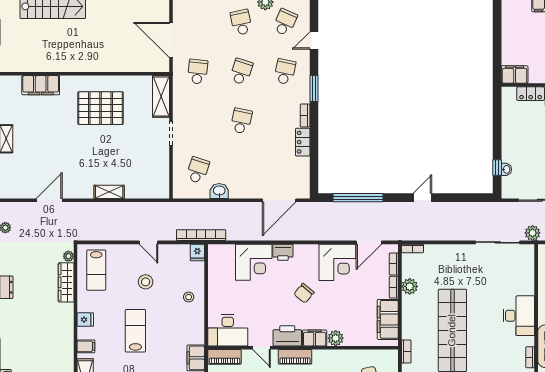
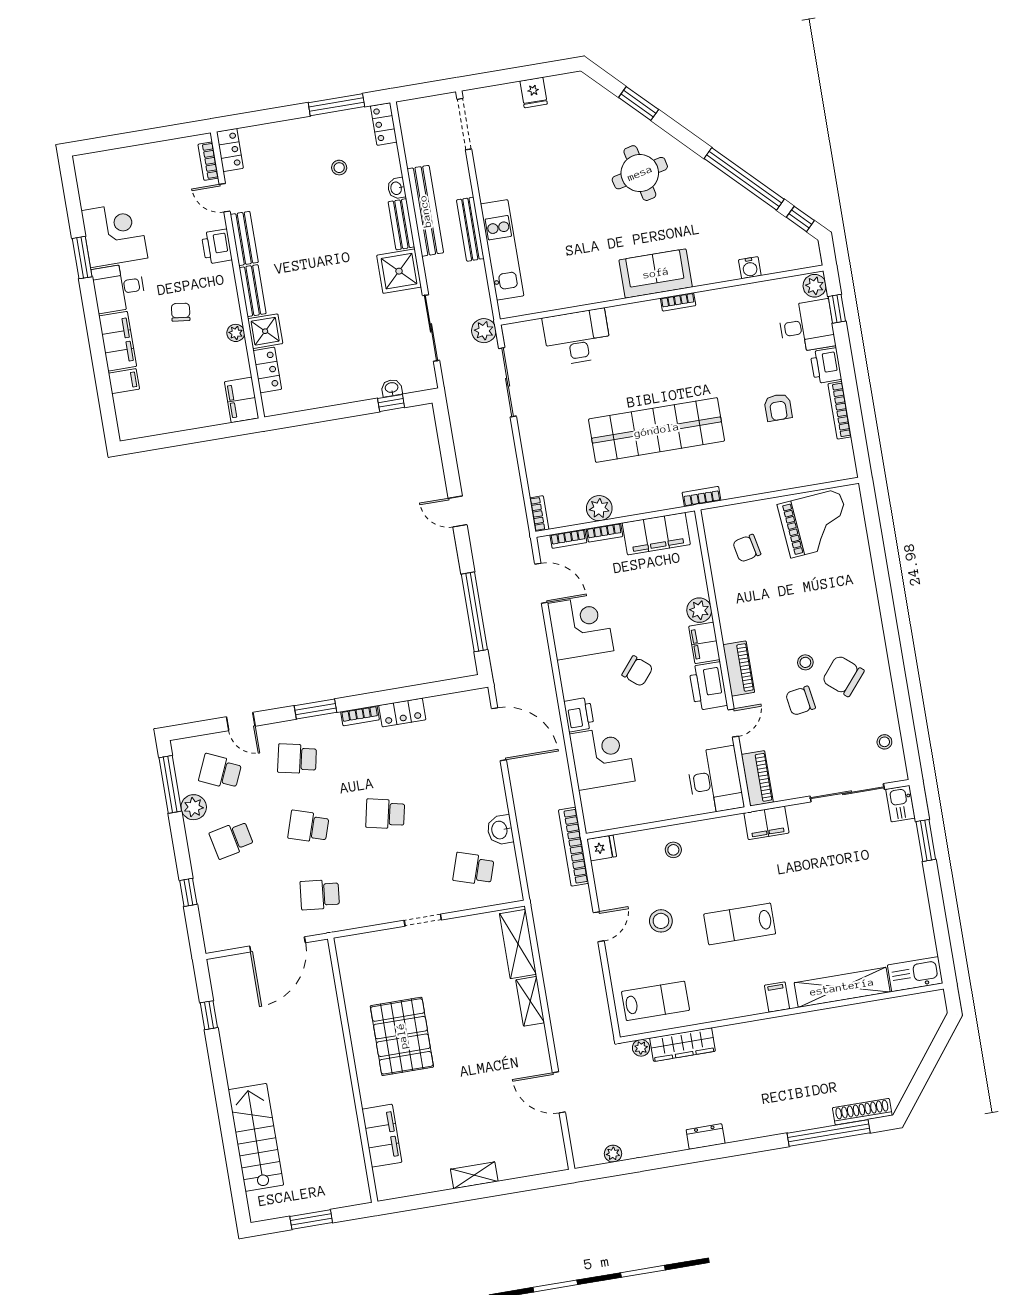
shelving: (161, 96) -> (518, 944), moved, turned 90
desk: (519, 316) -> (577, 337), moved
fridge: (85, 320) -> (735, 1005), removed

